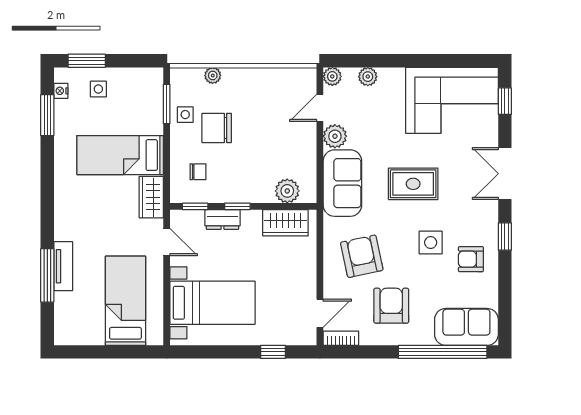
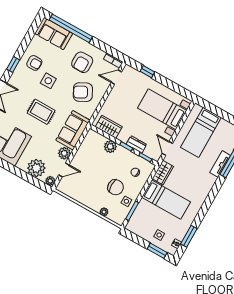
plant: (368, 77) -> (36, 168), width x1.87, depth x1.87
plant: (287, 191) -> (110, 147), moved
armchair: (362, 256) -> (83, 92), turned 74

